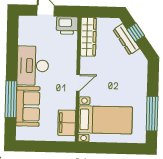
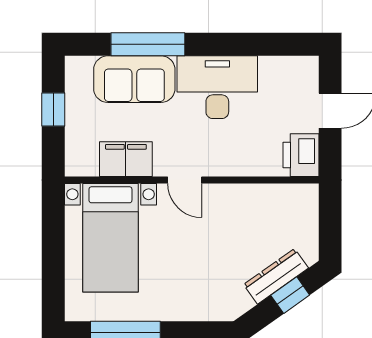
wardrobe: (88, 37) -> (279, 199), removed
filing cabinet: (67, 123) -> (126, 159), moved
window: (42, 146) -> (53, 109), added

